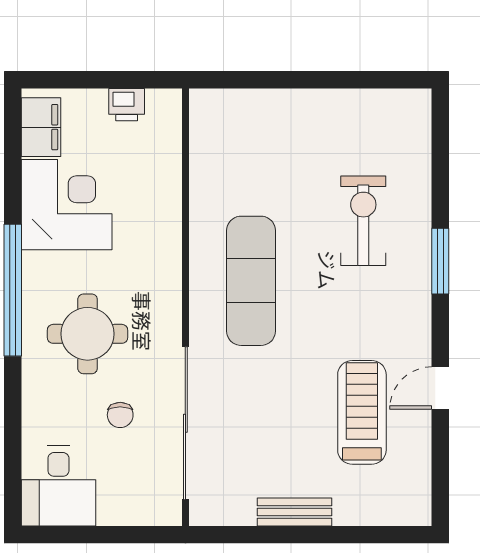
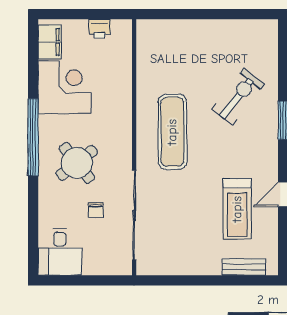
exercise bike: (363, 221) -> (238, 97), turned 38
round table: (88, 334) -> (77, 163), turned -38
treadmill: (362, 412) -> (237, 209), turned 180
bench: (295, 512) -> (244, 267), moved

